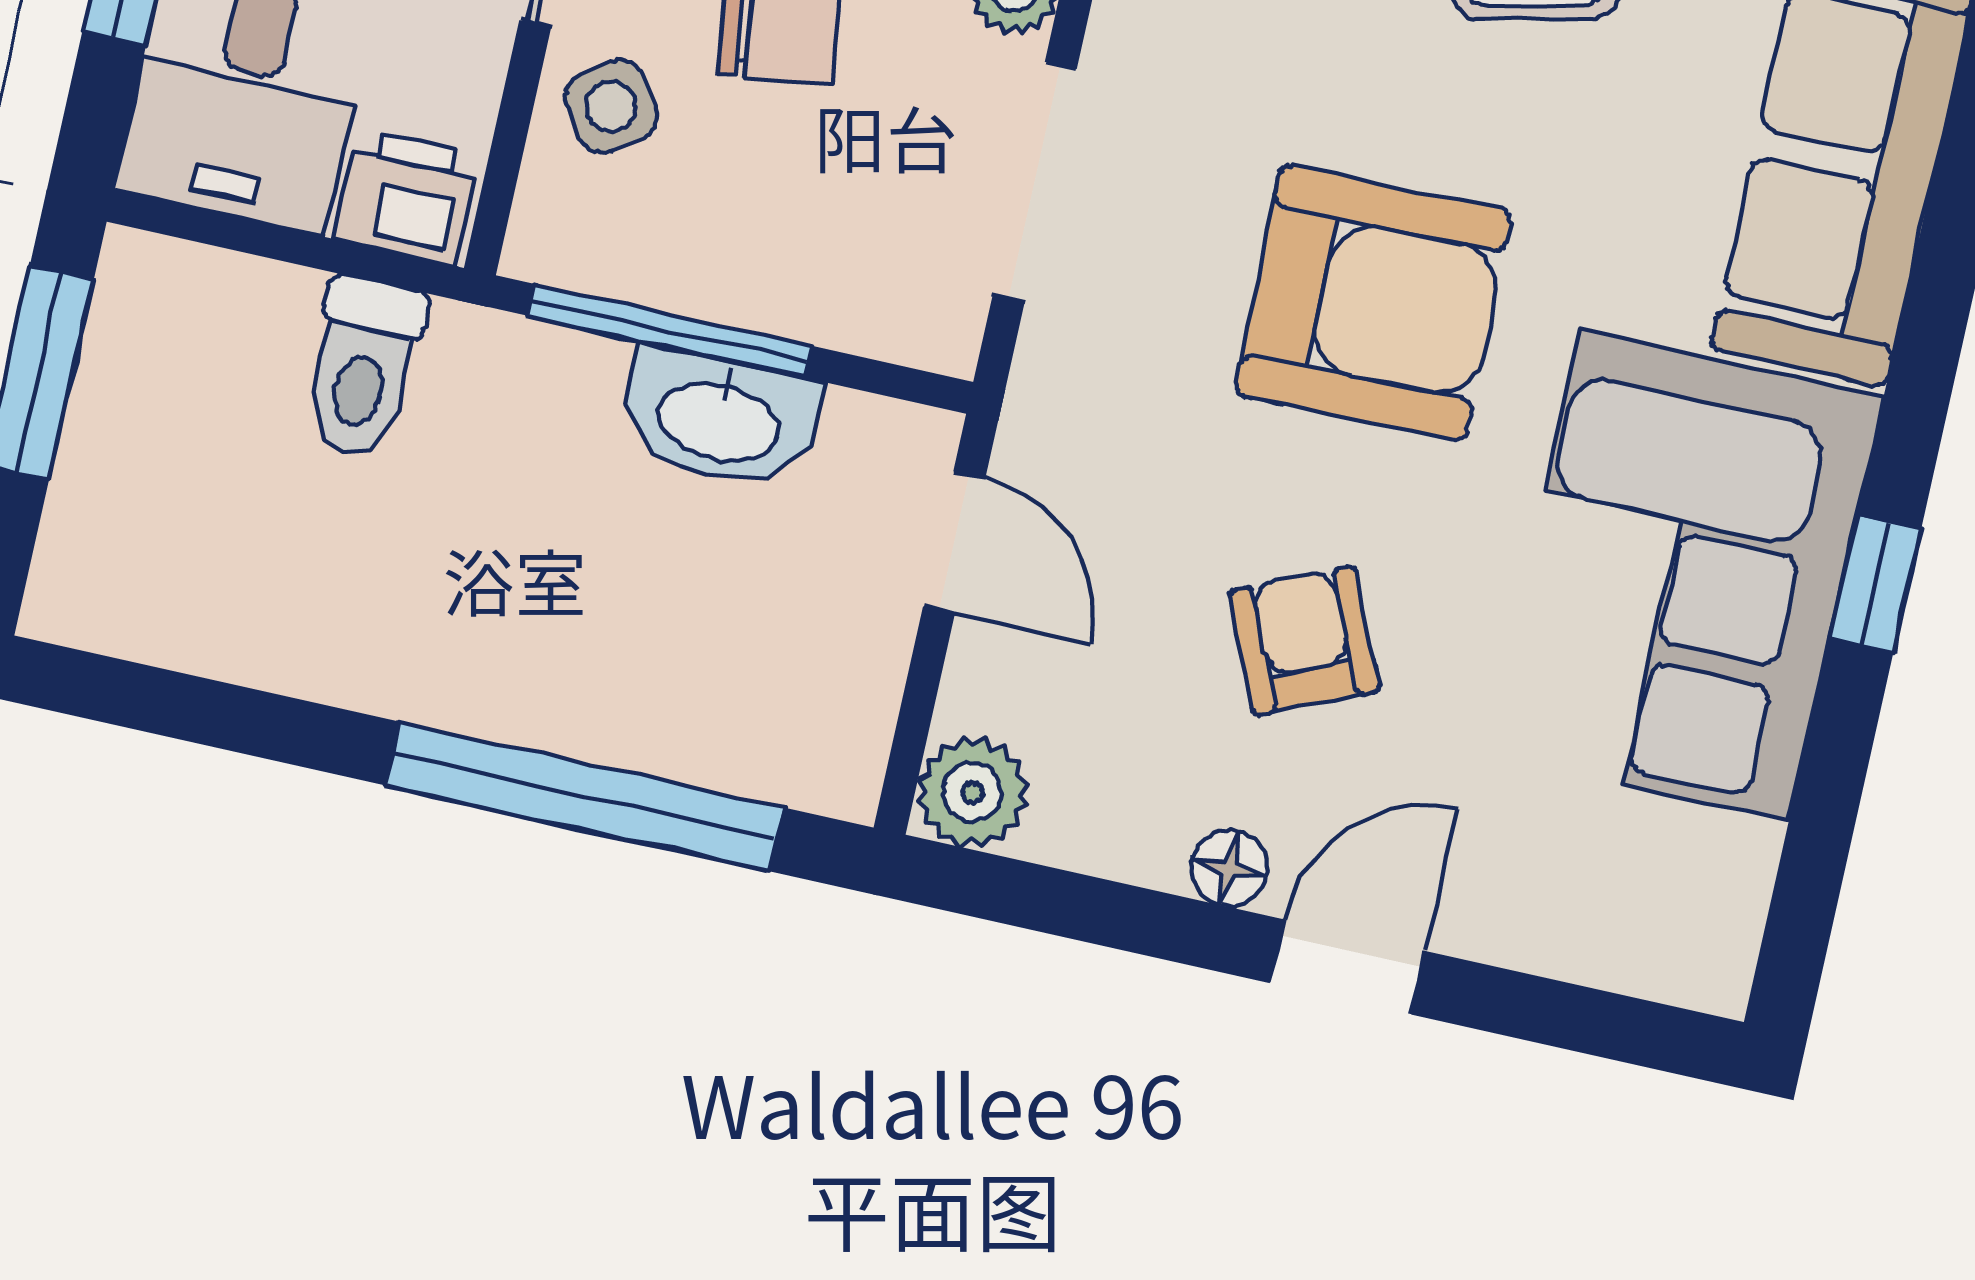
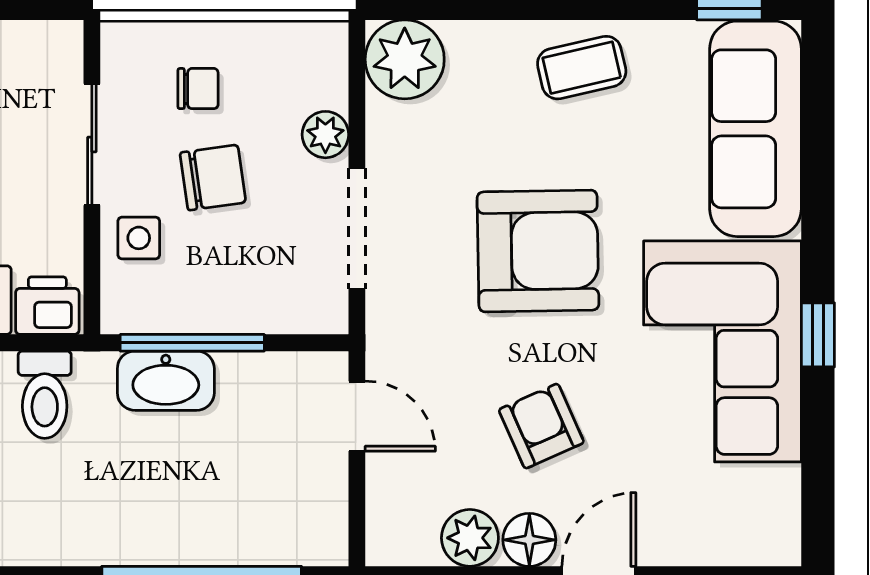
side table: (611, 106) -> (139, 238), turned 36
washbasin: (719, 418) -> (166, 381), moved
plant: (972, 792) -> (470, 538), moved
floor lamp: (1229, 868) -> (529, 540), width x1.37, depth x1.37

